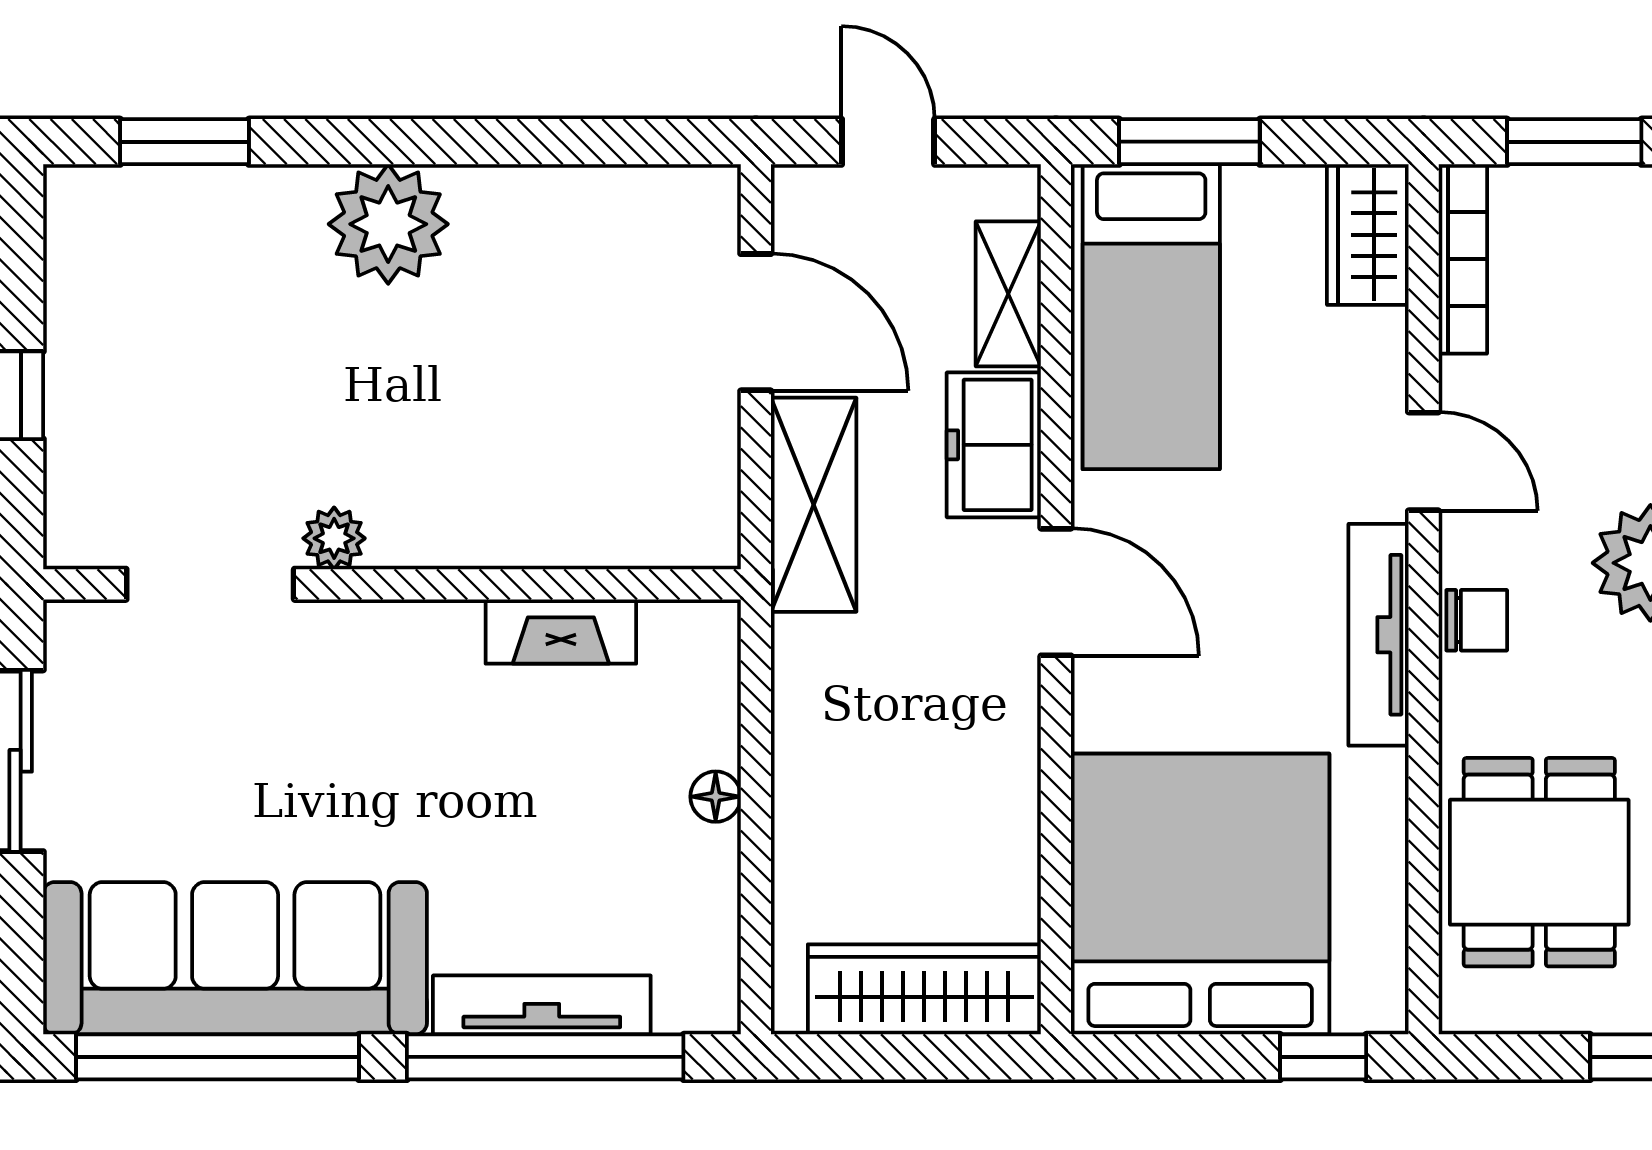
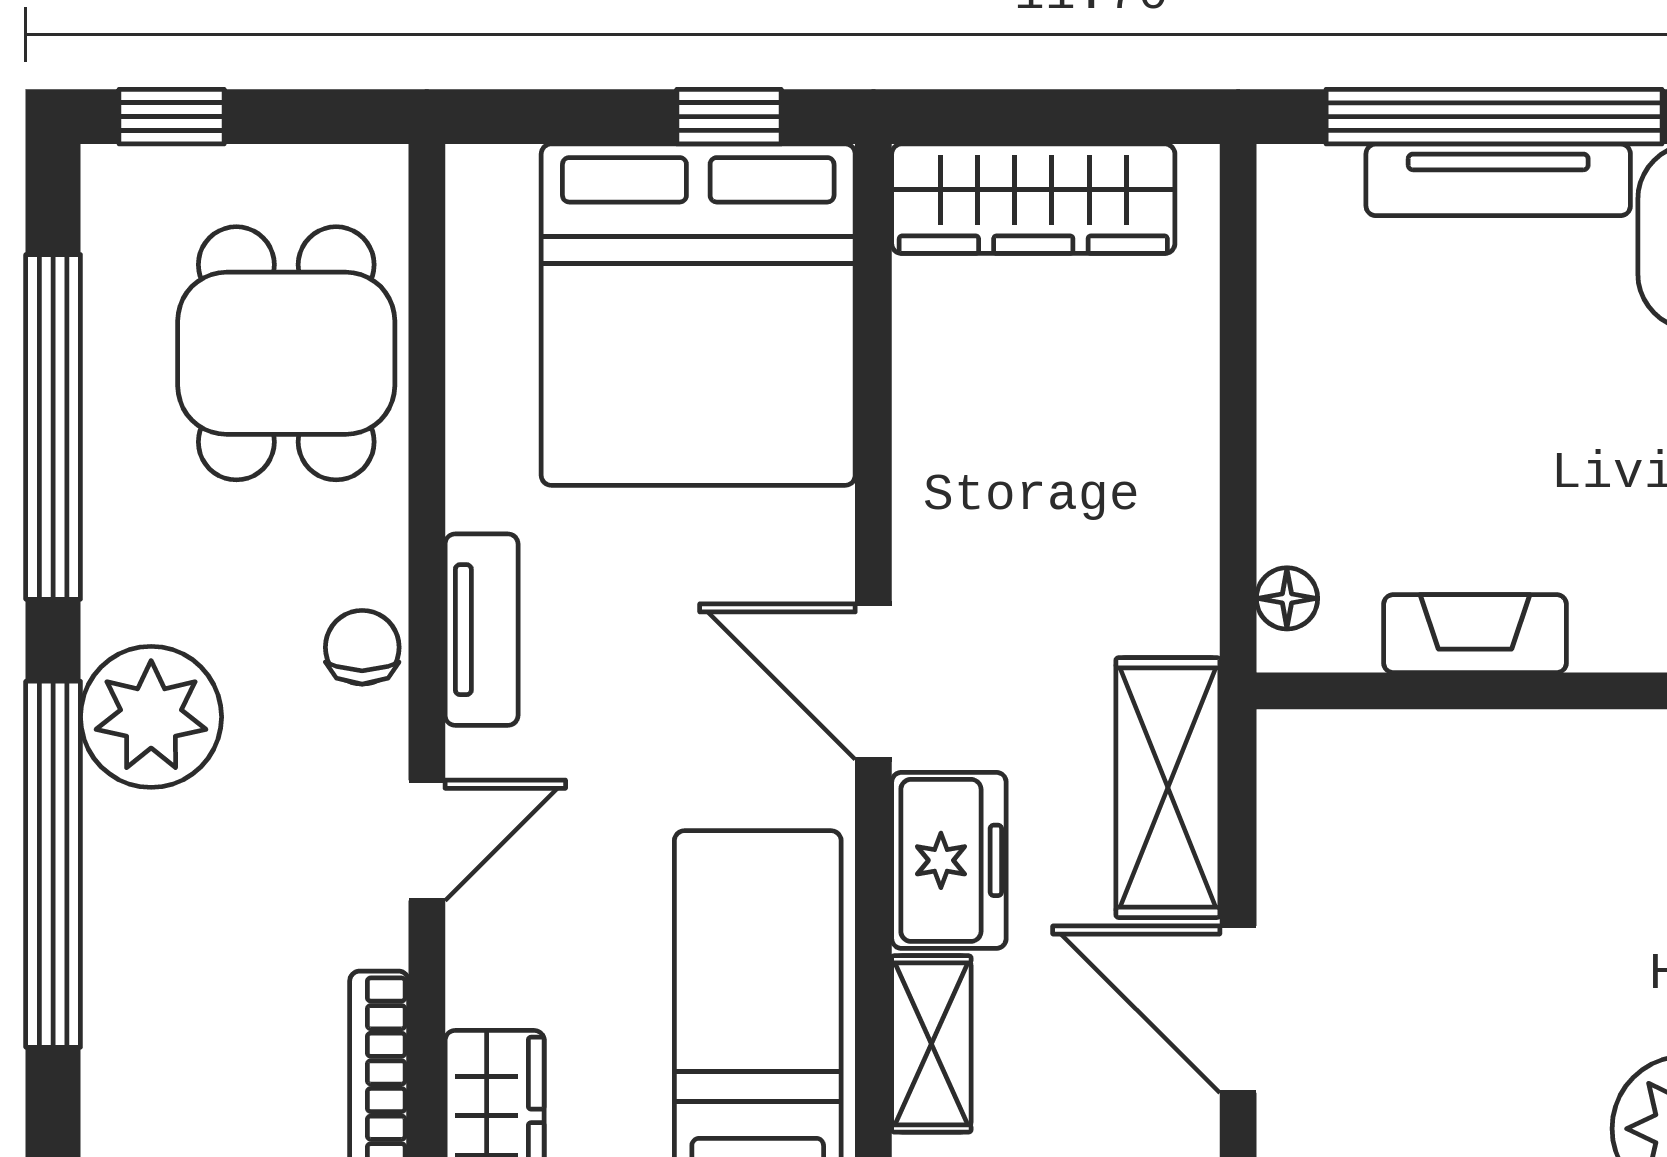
door: (1424, 461) -> (427, 840), swing flipped
chair: (1477, 620) -> (362, 647), turned 90
tv unit: (1378, 635) -> (482, 630), width x0.71
floor lamp: (716, 797) -> (1287, 598), moved
window: (1323, 1057) -> (729, 117), moved

